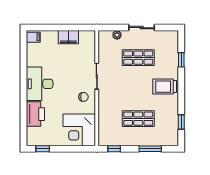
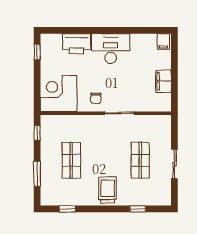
plant: (117, 35) -> (166, 136), removed

